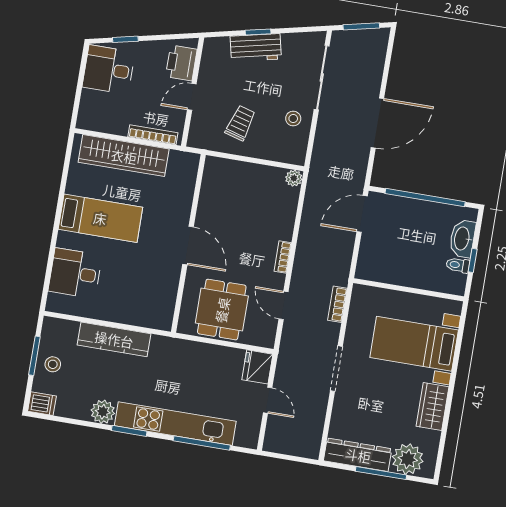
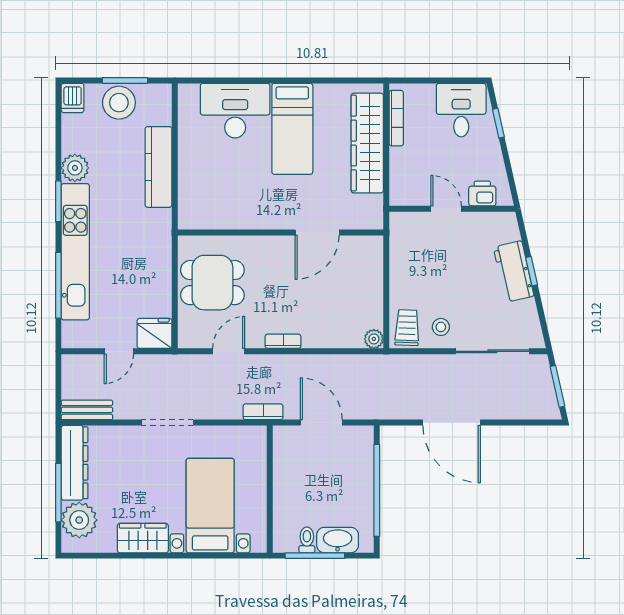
printer: (181, 63) -> (482, 194), width x0.73, depth x0.81
trolley: (240, 123) -> (407, 328), moved, turned -104
bookcase: (153, 135) -> (396, 118), moved
door: (362, 214) -> (321, 423), moved
door: (188, 246) -> (317, 233), moved
window: (473, 260) -> (315, 556), width x2.17
desk: (75, 273) -> (235, 111), width x1.37
bookcase: (337, 304) -> (263, 412), moved
stool: (53, 364) -> (119, 103), width x1.89, depth x1.89
bench: (314, 436) -> (87, 410), added

